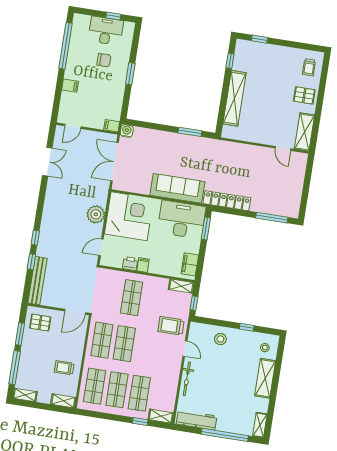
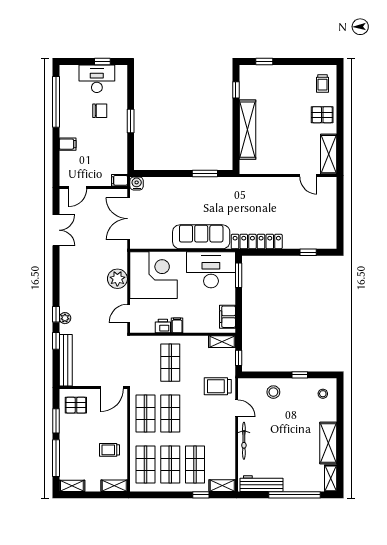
window: (272, 218) -> (308, 252), width x0.46
plant: (43, 242) -> (65, 318), added
shelving: (265, 378) -> (328, 443), moved

